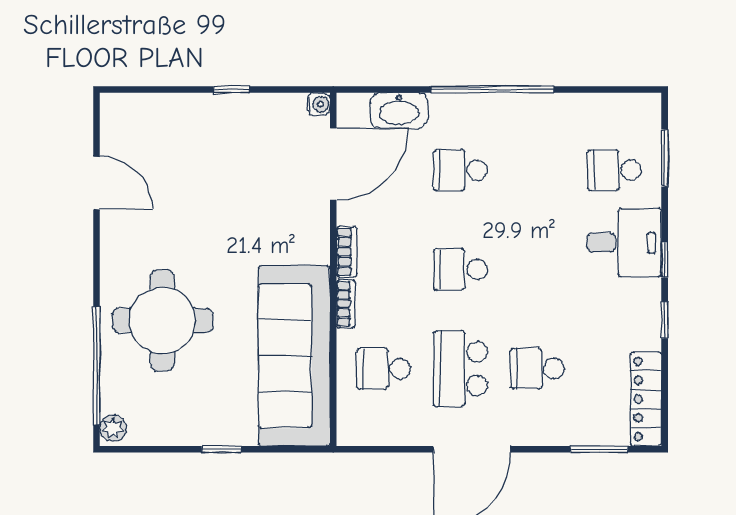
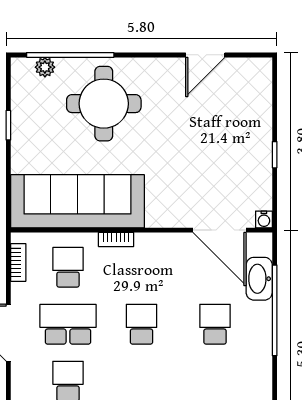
window: (492, 90) -> (275, 310), moved
bookcase: (347, 252) -> (18, 262), moved, turned -90
plant: (113, 428) -> (45, 67), moved
window: (222, 449) -> (8, 125), moved

